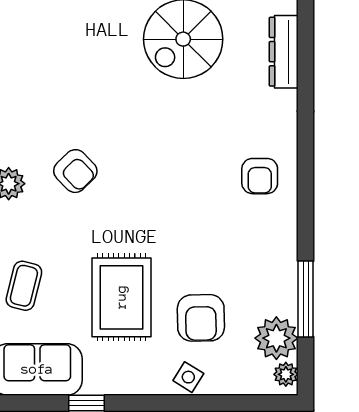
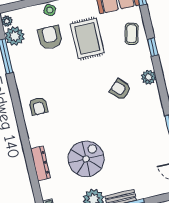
armchair: (260, 176) -> (38, 106), turned 180

